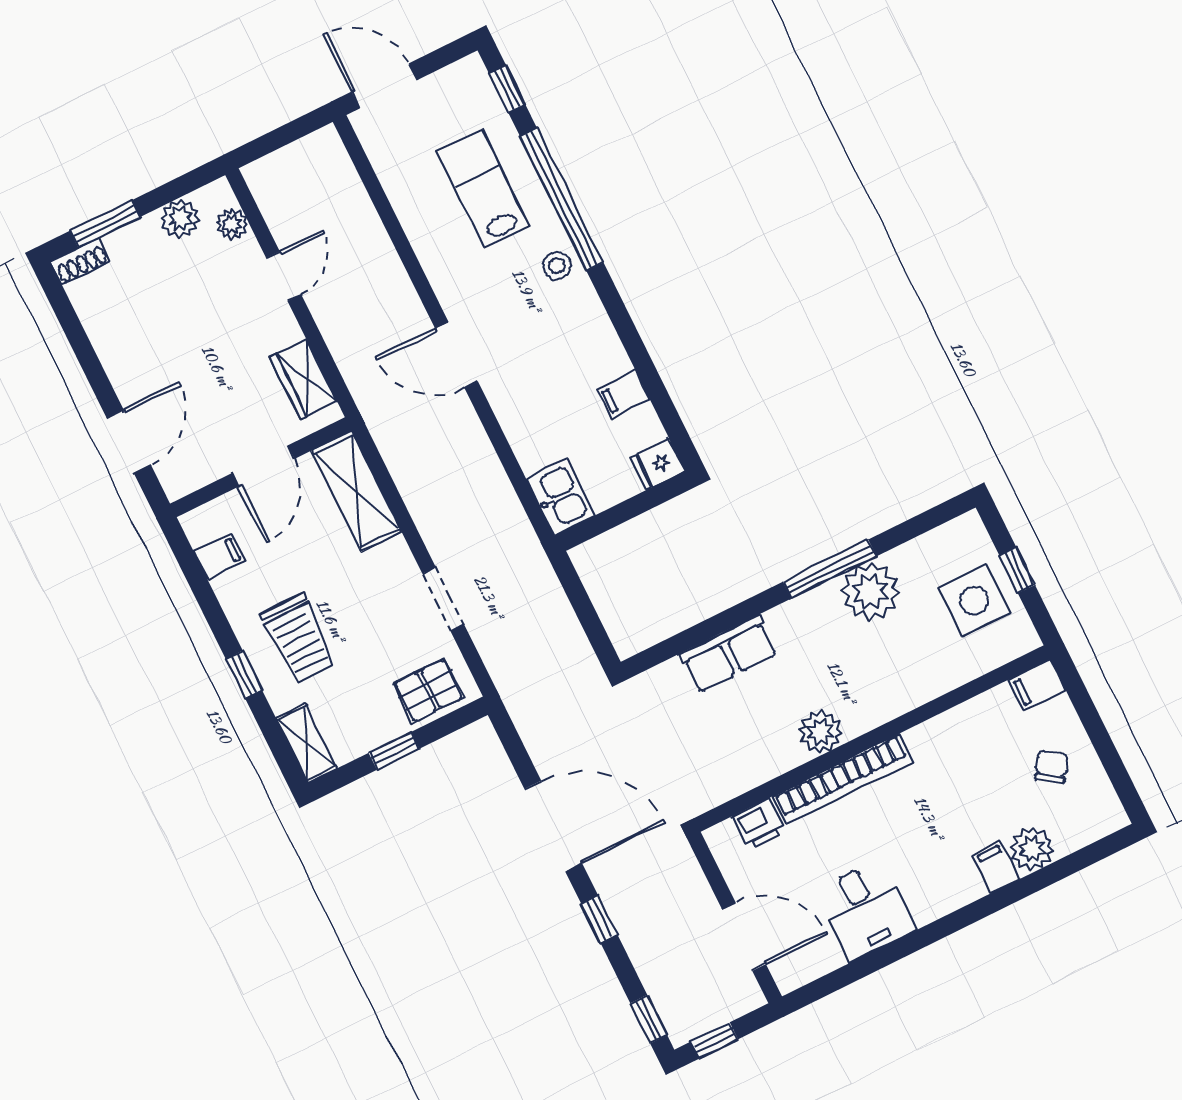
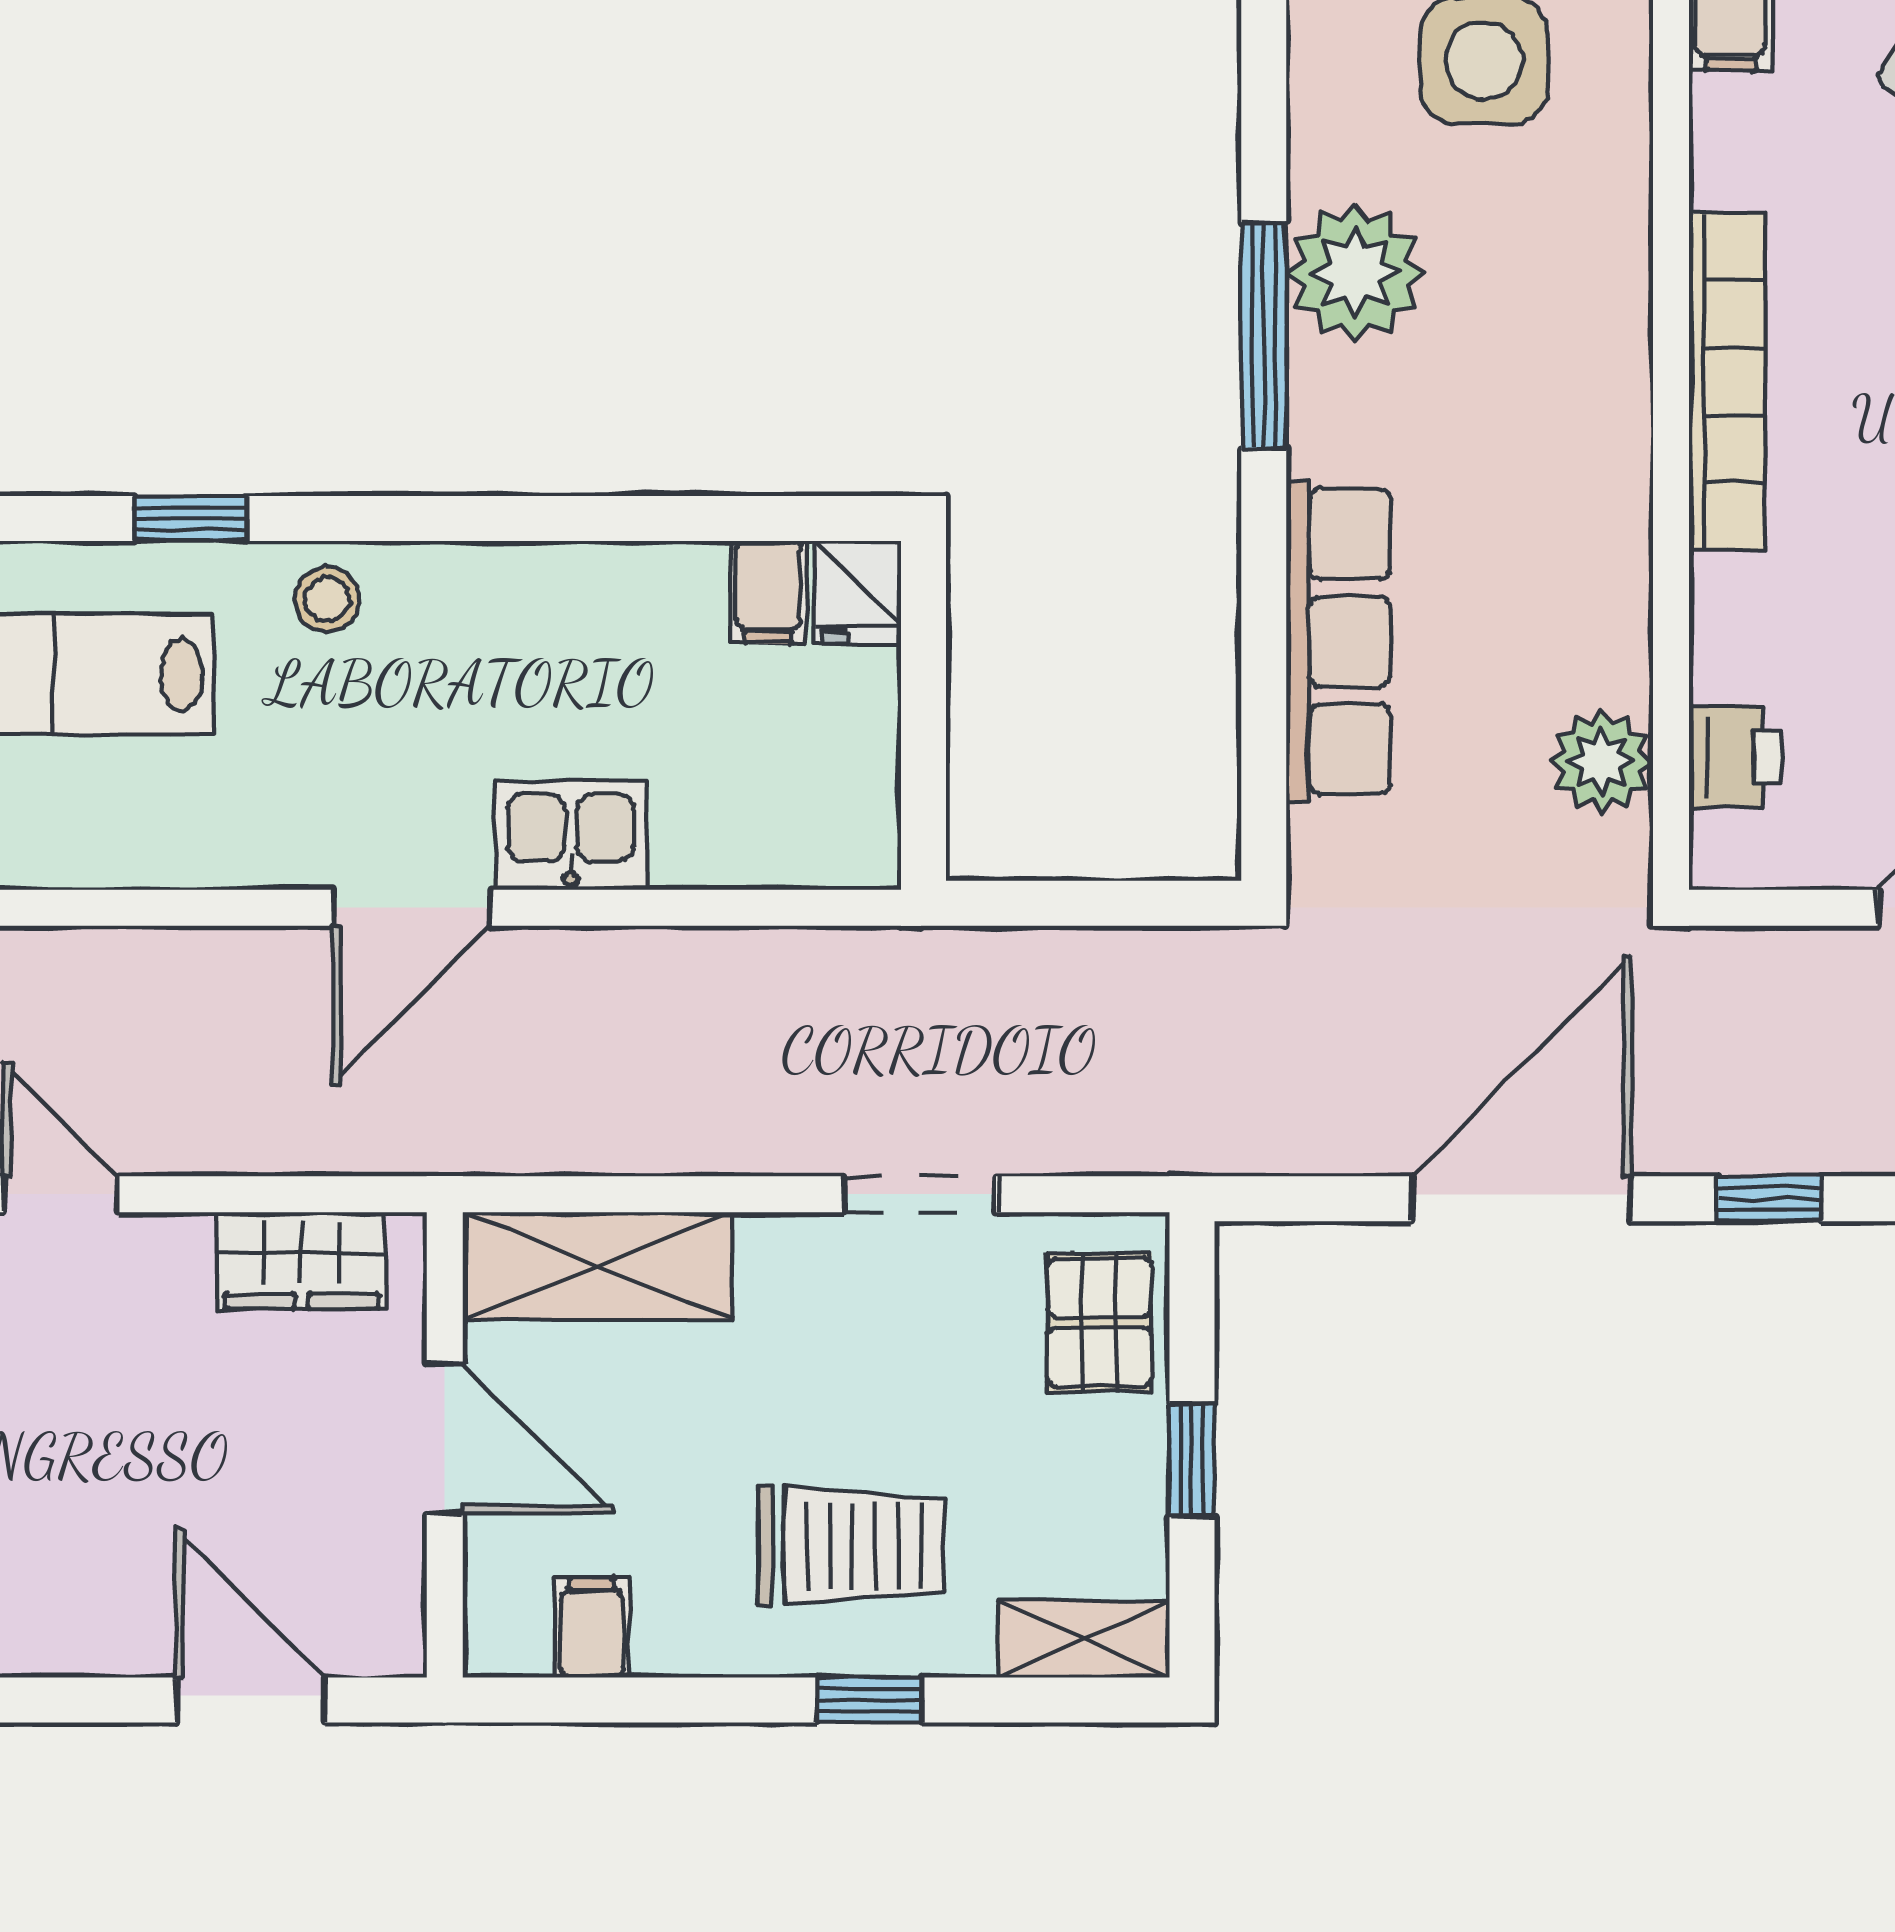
window: (562, 199) -> (190, 518), width x0.32
filing cabinet: (624, 394) -> (769, 592), moved
kitchen sink: (561, 497) -> (571, 835), moved
row of seats: (729, 654) -> (1338, 641), width x1.48
plant: (820, 732) -> (1602, 761), moved
bookcase: (843, 779) -> (1727, 382), moved

